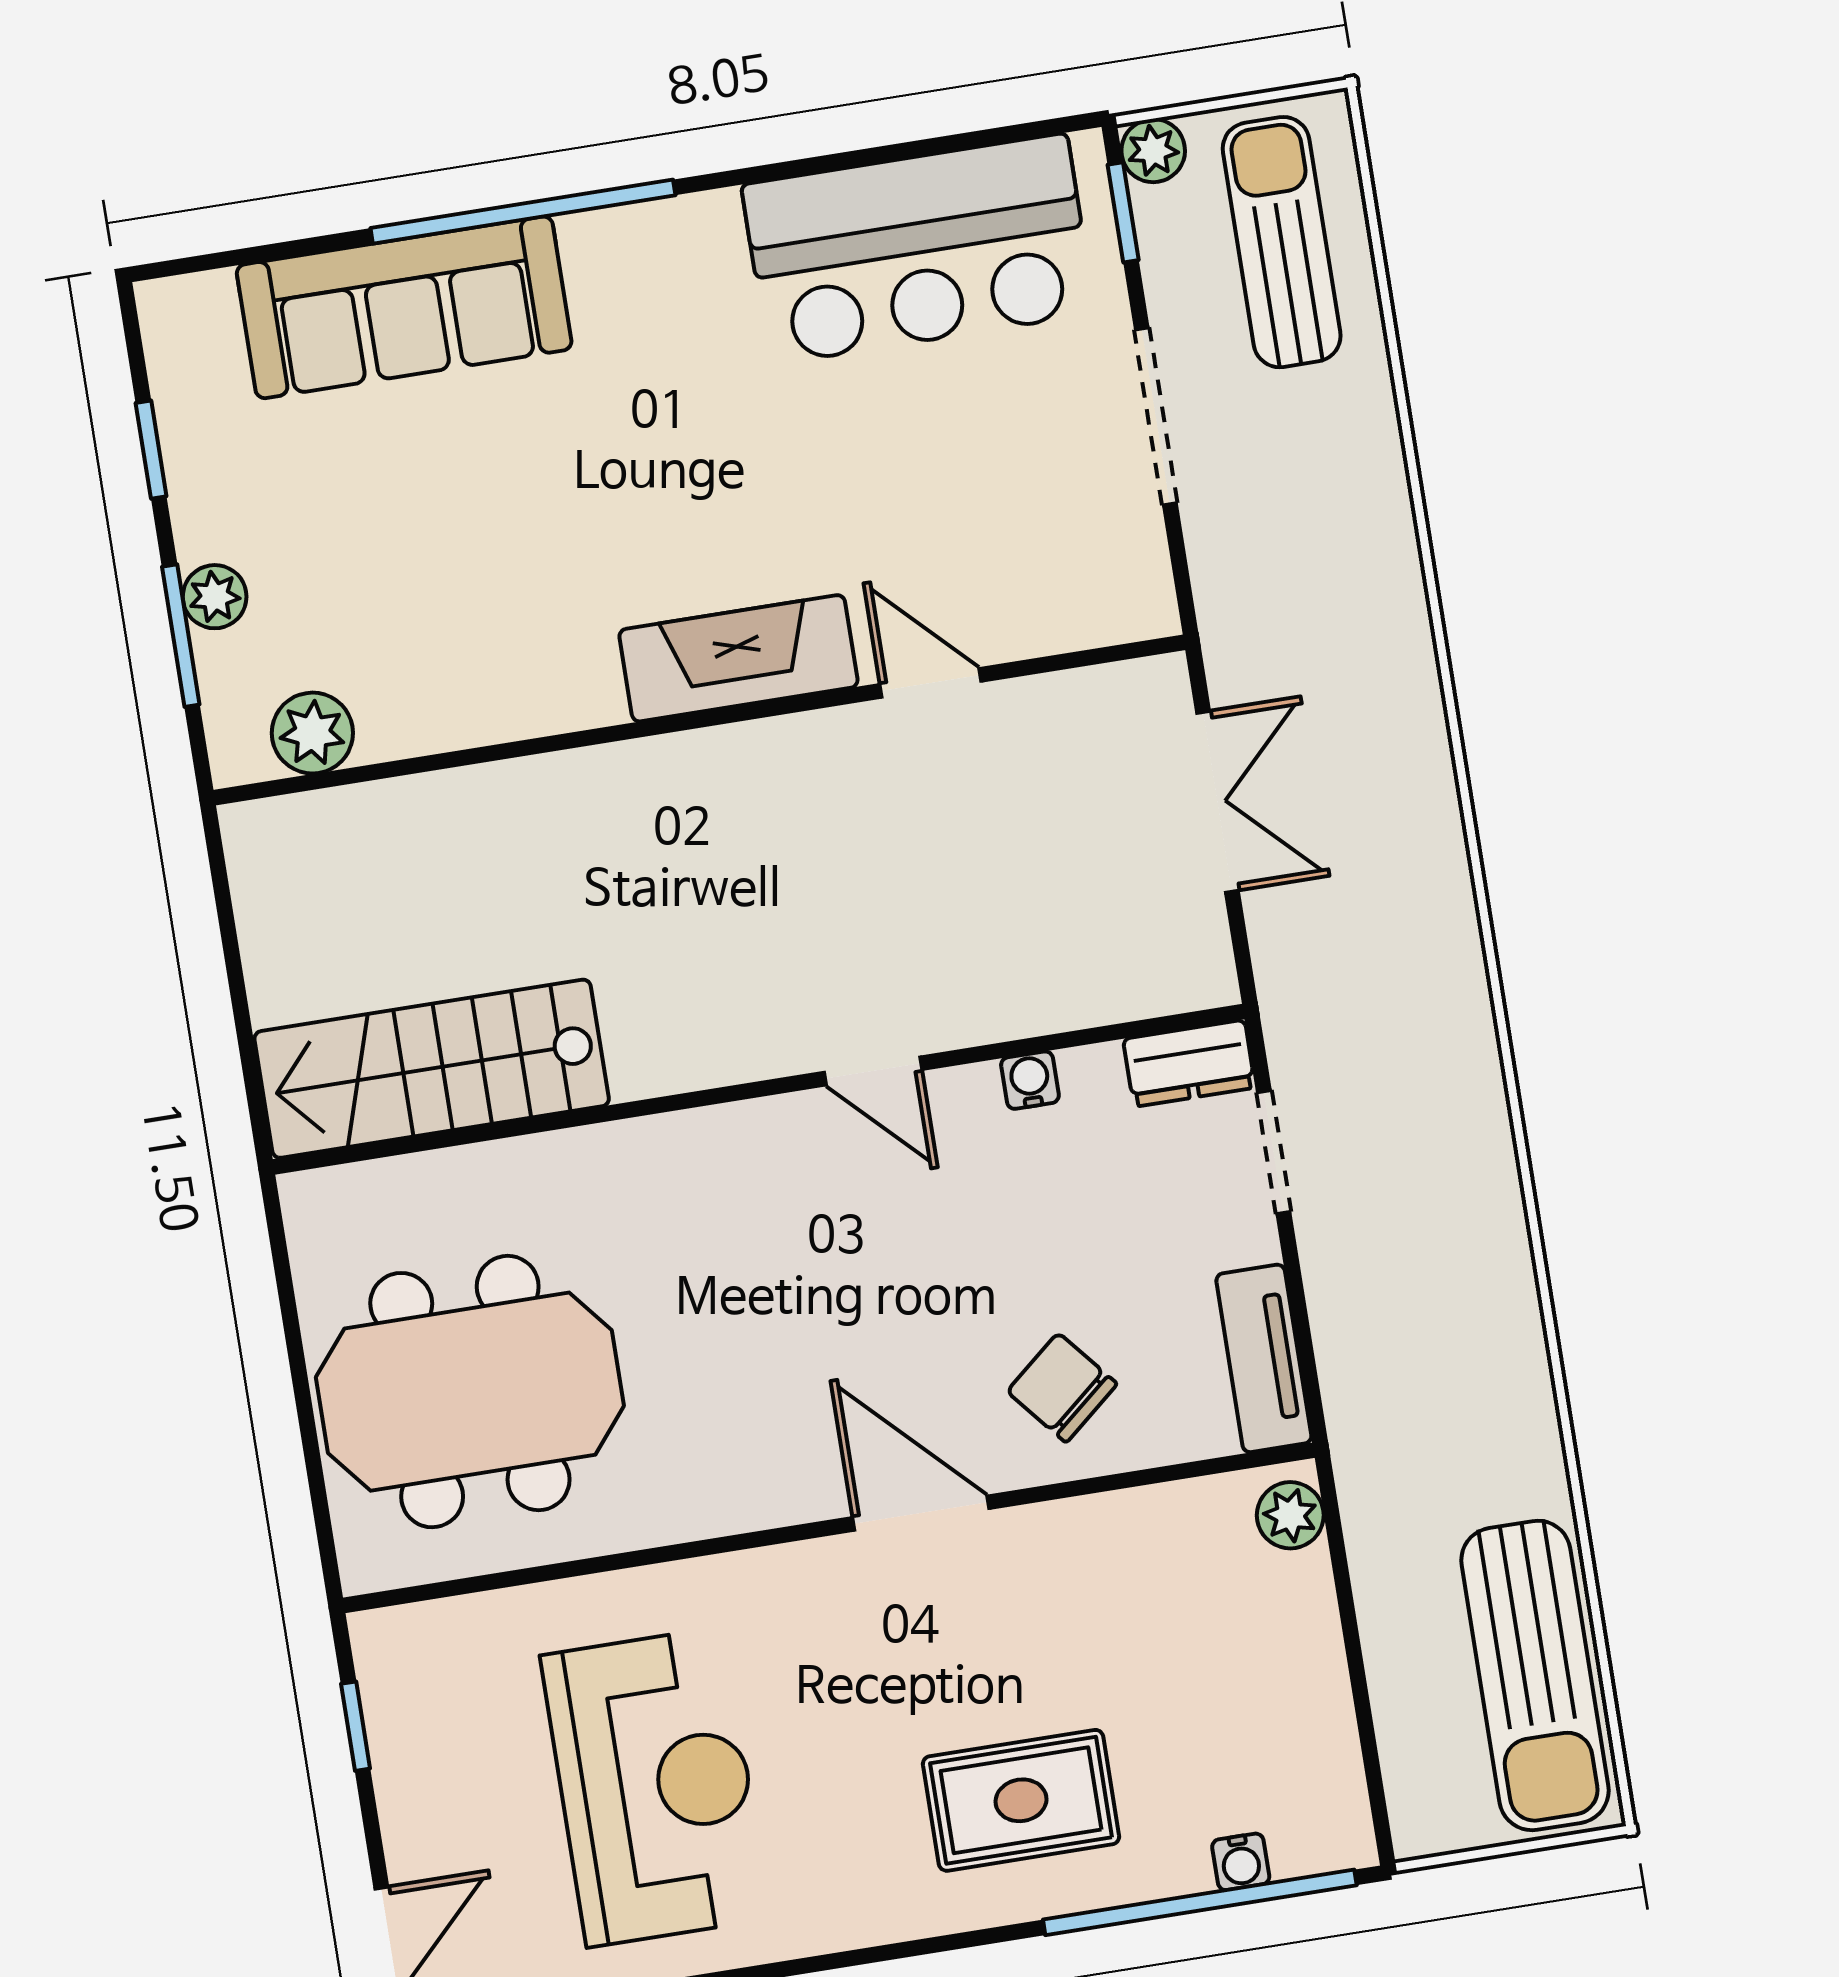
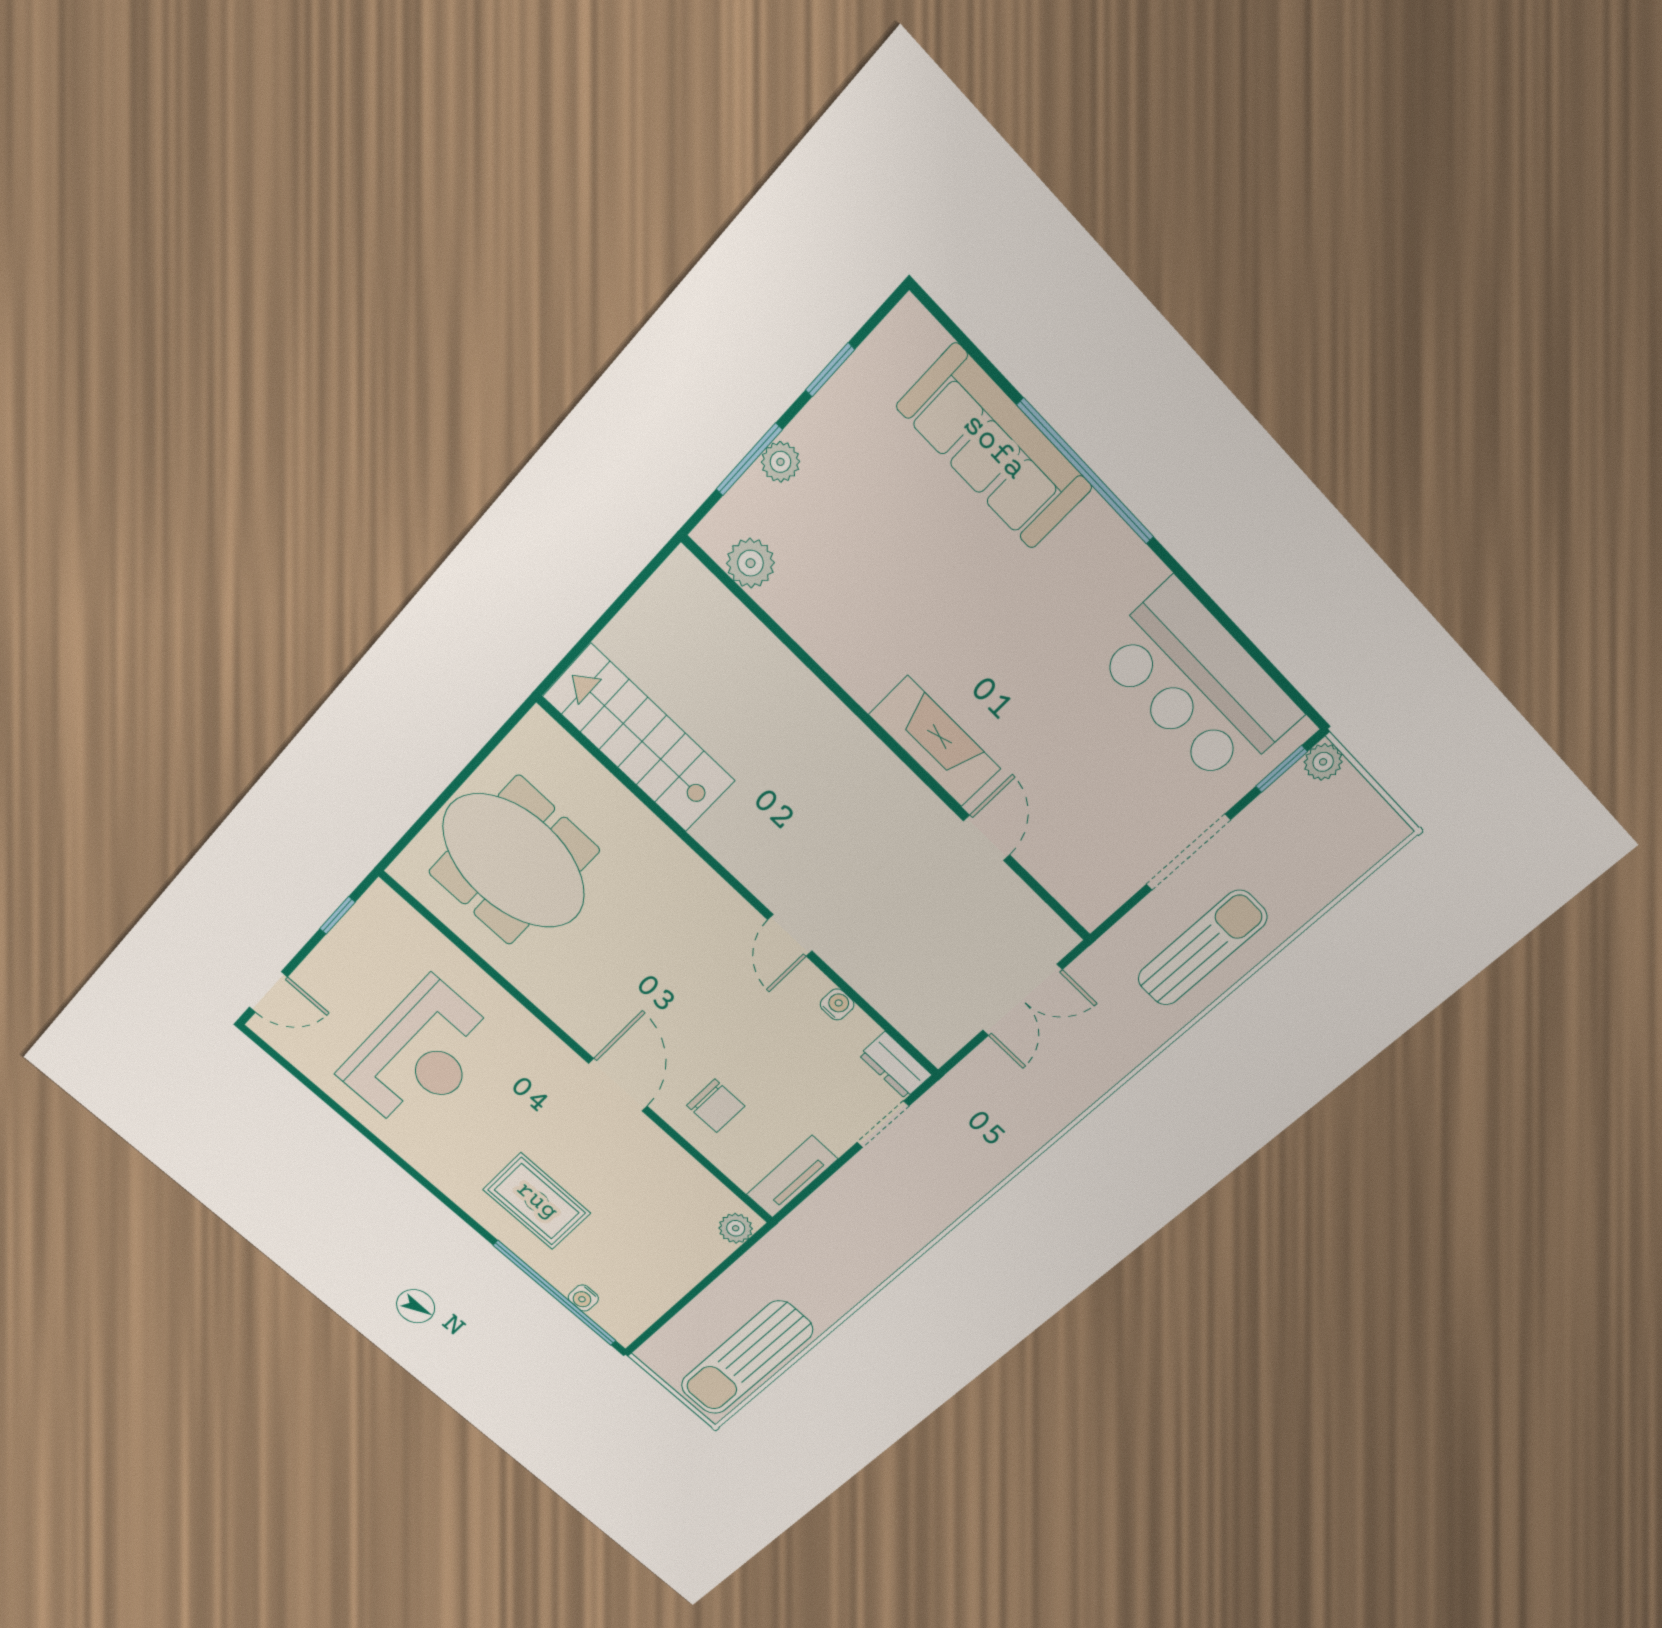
sun lounger: (1282, 242) -> (1202, 948), moved
chair: (1062, 1388) -> (716, 1106), turned 130

